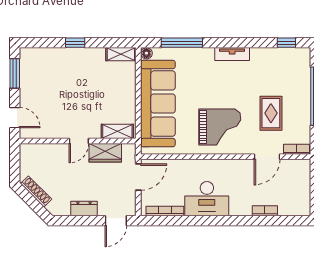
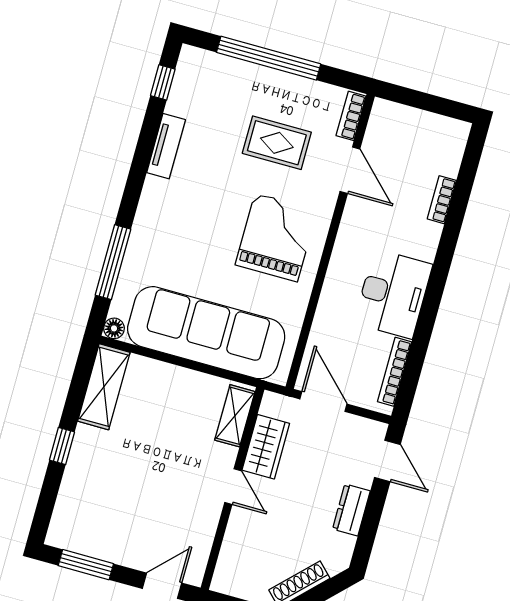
shelving: (121, 54) -> (104, 387), width x1.50, depth x1.33
tv unit: (232, 54) -> (166, 146), moved

